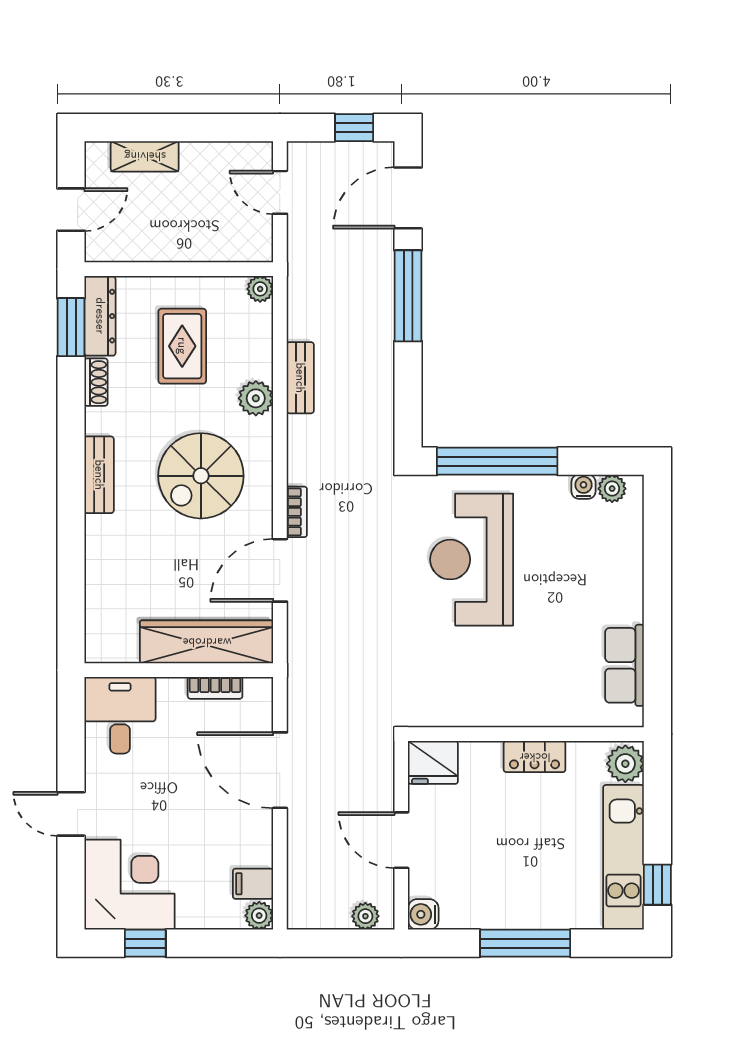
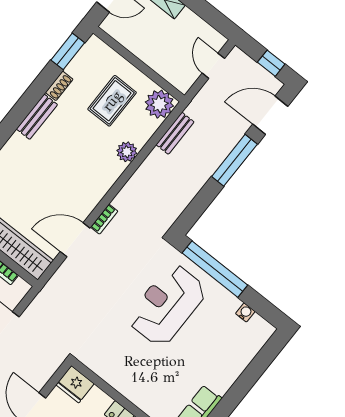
plant: (260, 289) -> (159, 104), width x1.87, depth x1.87
dresser: (100, 316) -> (85, 57), removed
bench: (300, 378) -> (175, 133), moved
bench: (99, 475) -> (37, 117), moved
spiral stairs: (201, 476) -> (73, 167), removed
plant: (612, 489) -> (258, 324), removed

